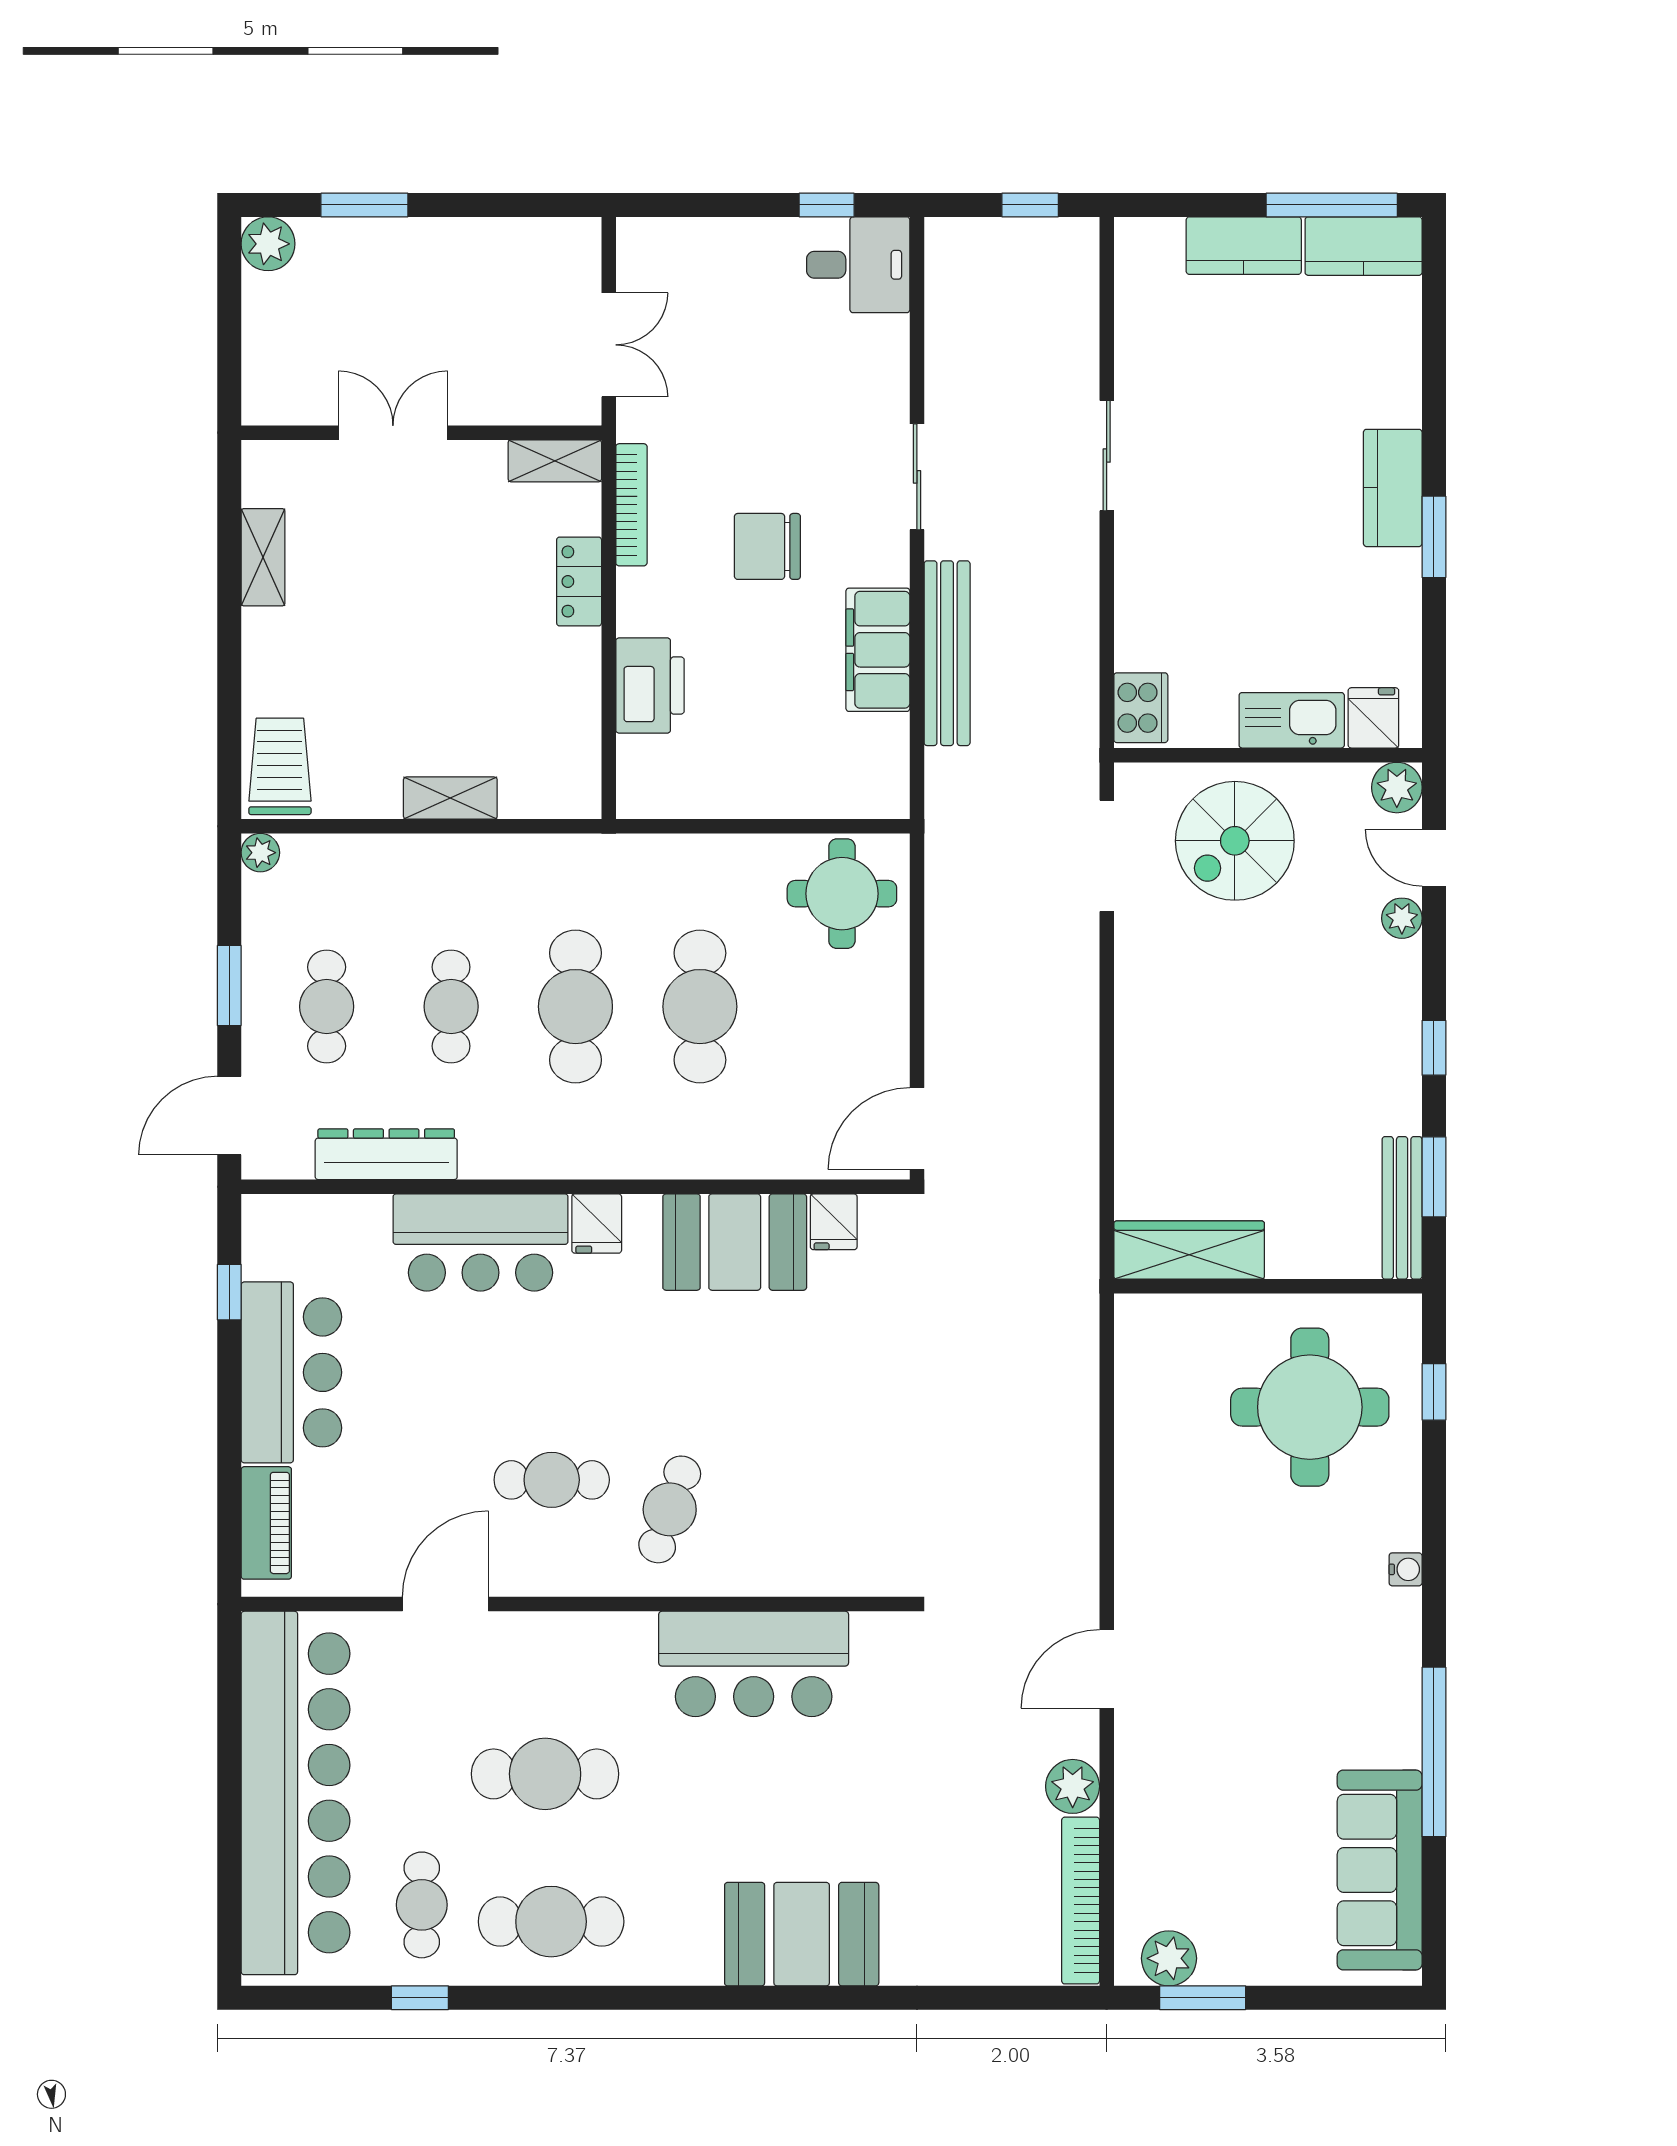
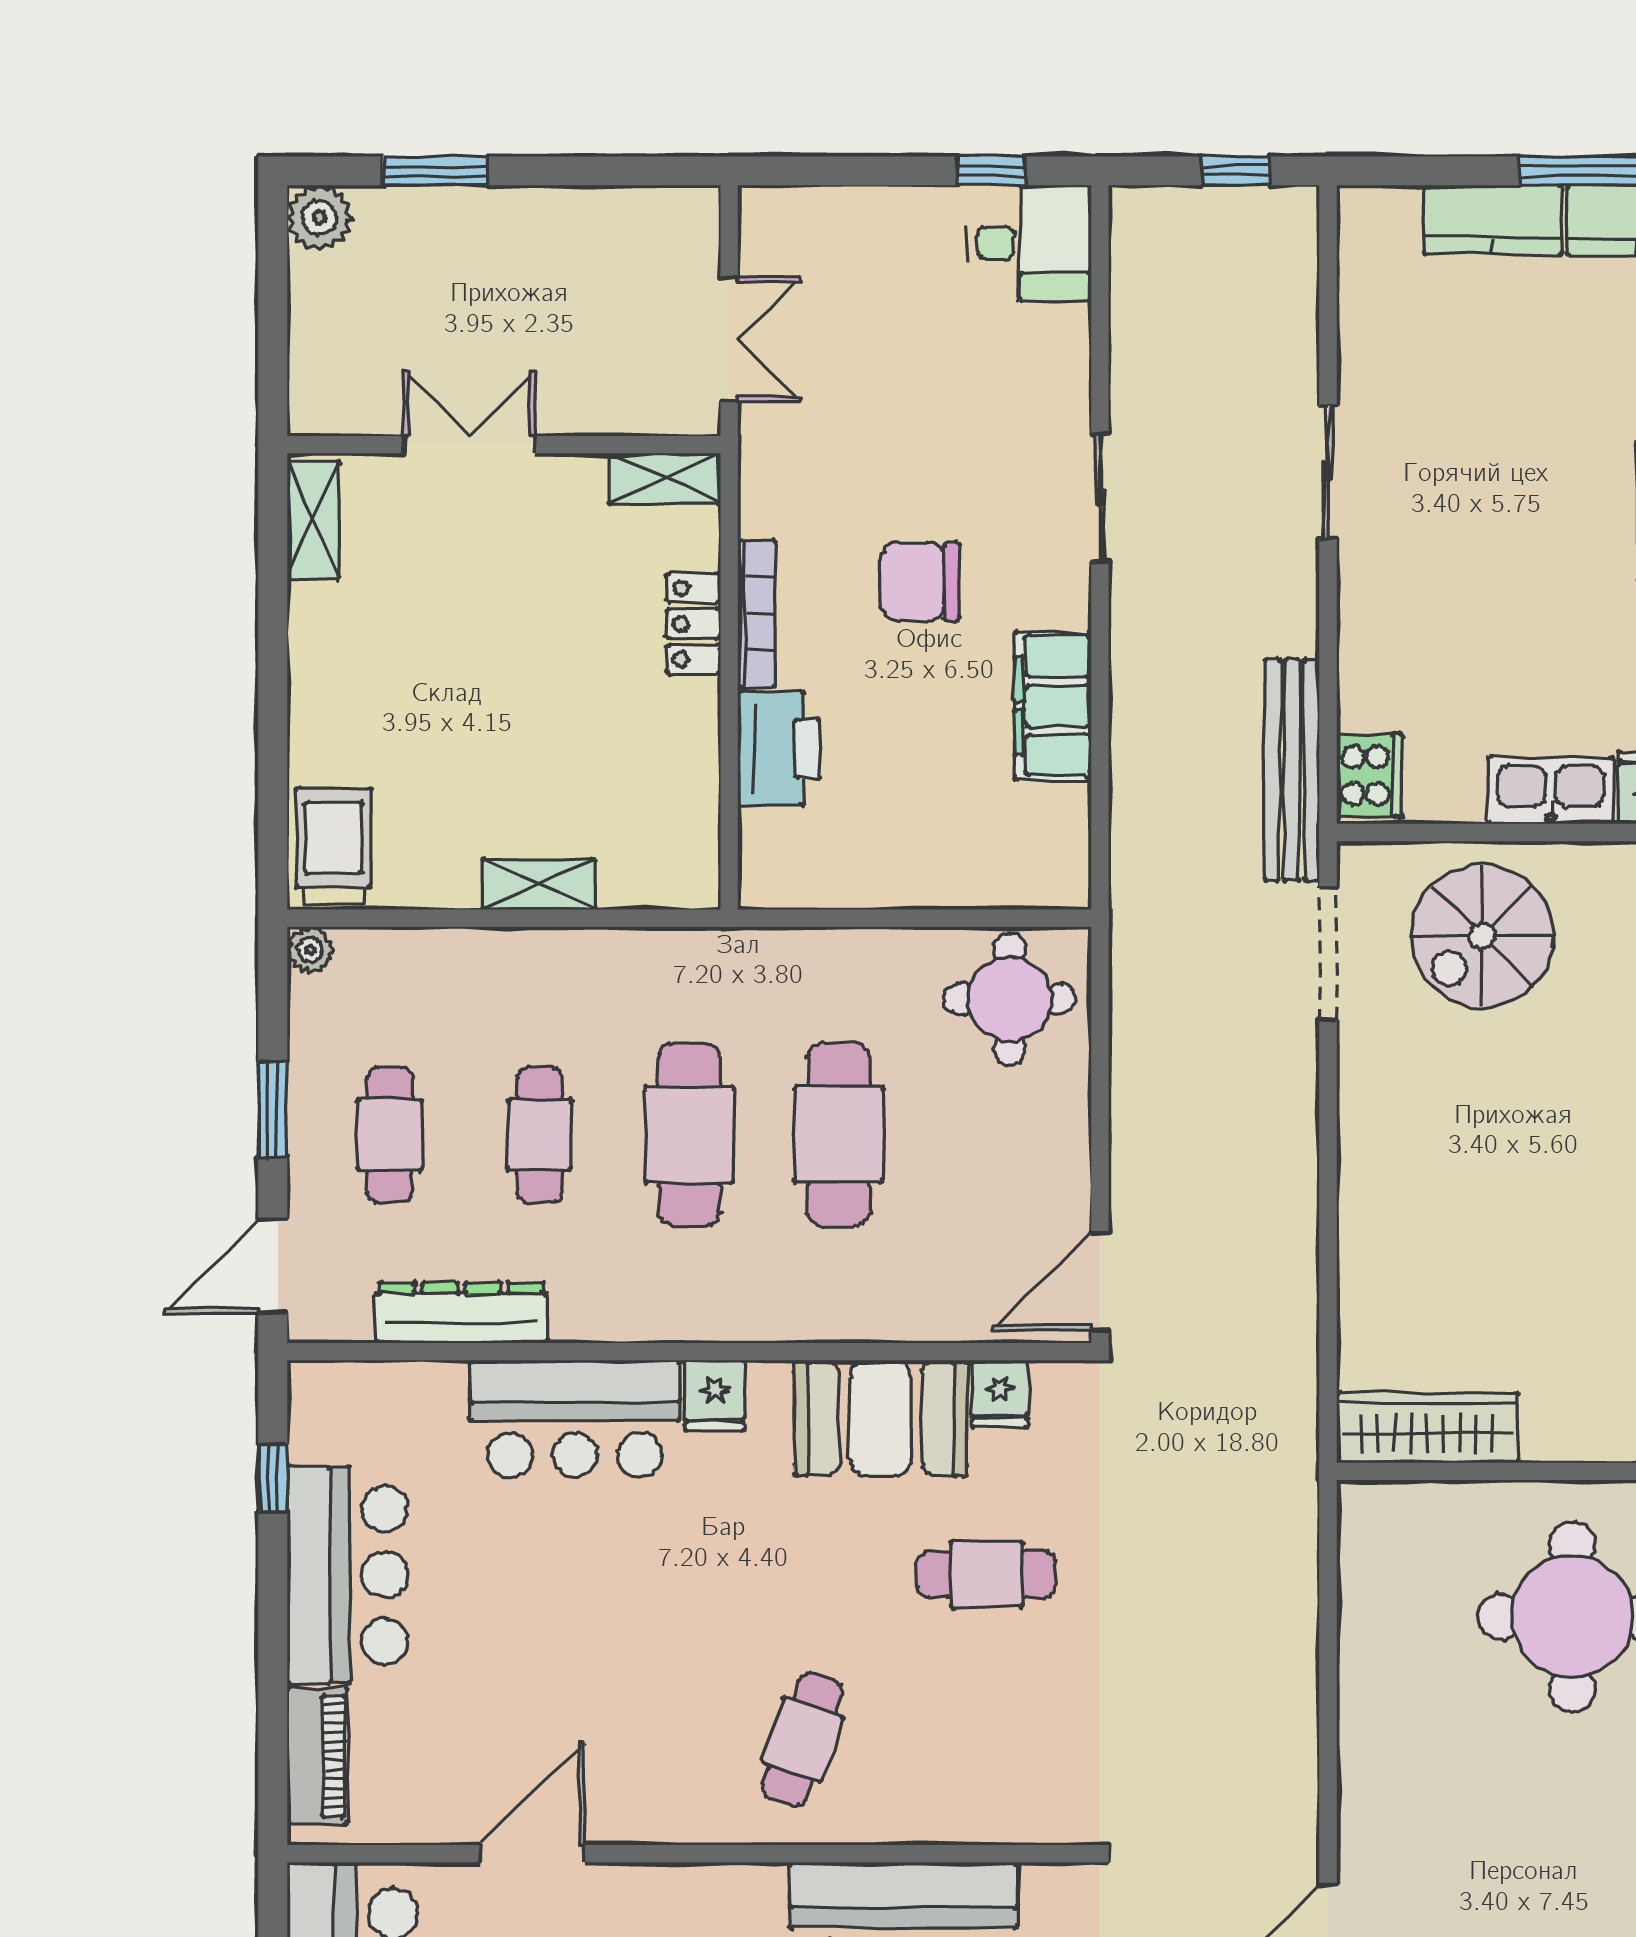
bookcase: (631, 505) -> (756, 614), moved
shelving: (263, 557) -> (313, 520), moved
bench: (947, 653) -> (1292, 770), moved
cafe table: (552, 1480) -> (986, 1574), moved

